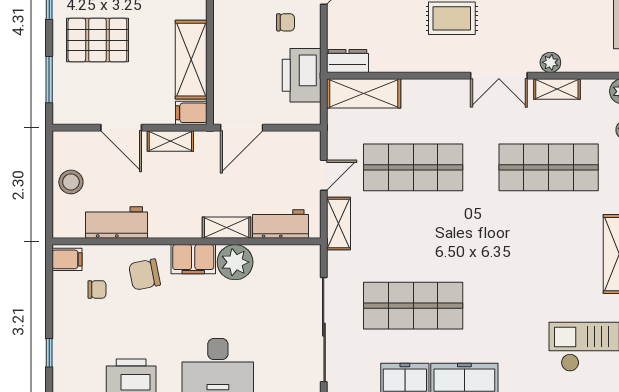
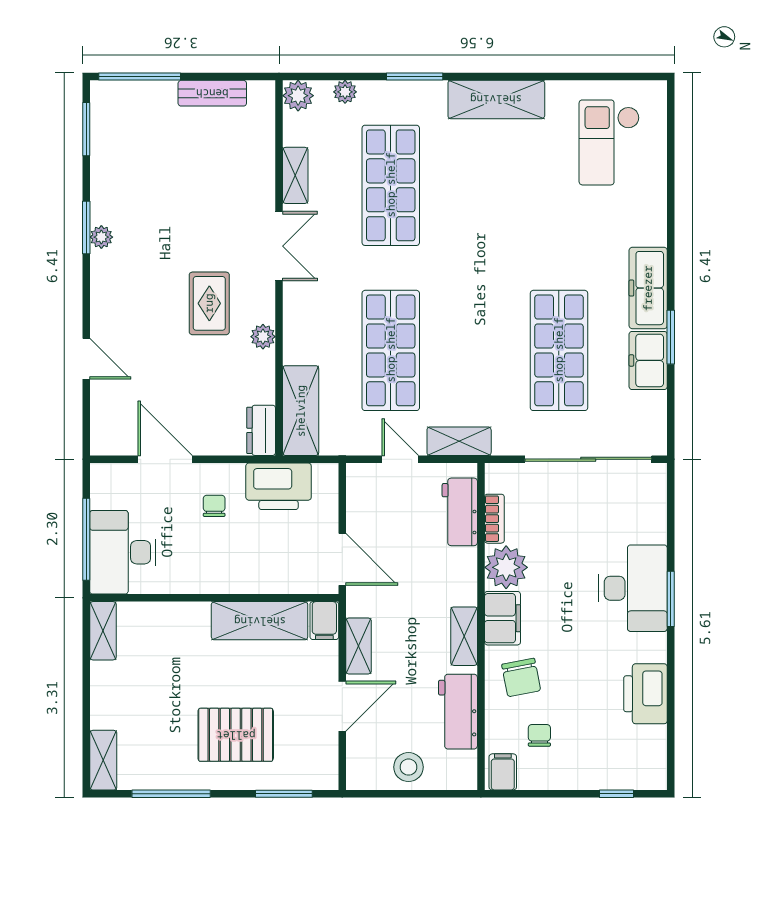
pallet: (97, 40) -> (236, 735), turned 90
plant: (550, 62) -> (263, 337), moved
shelving: (227, 228) -> (464, 636), moved
bookcase: (275, 252) -> (494, 519), added

